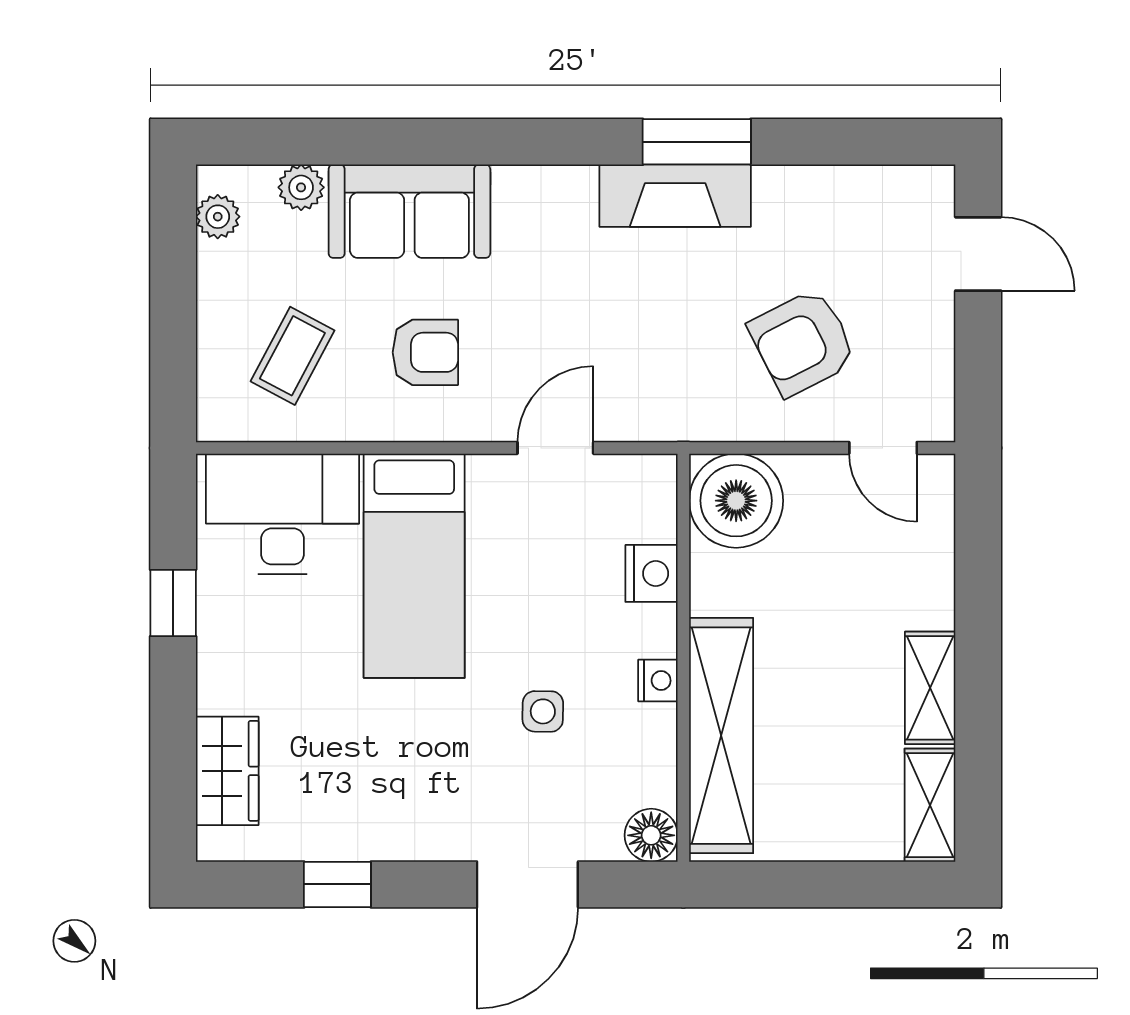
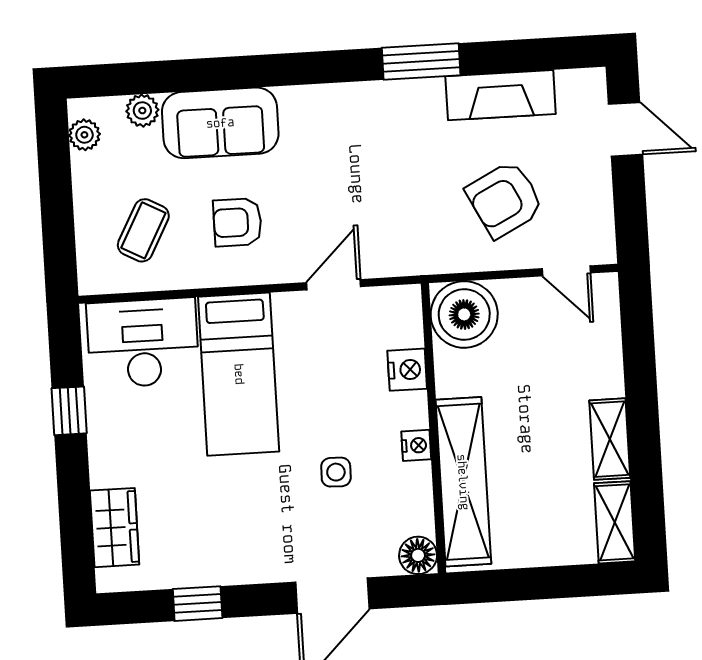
fireplace: (675, 196) -> (501, 95), moved
armchair: (425, 352) -> (237, 222), turned 180

